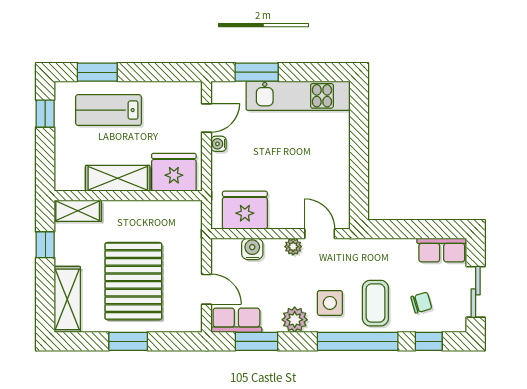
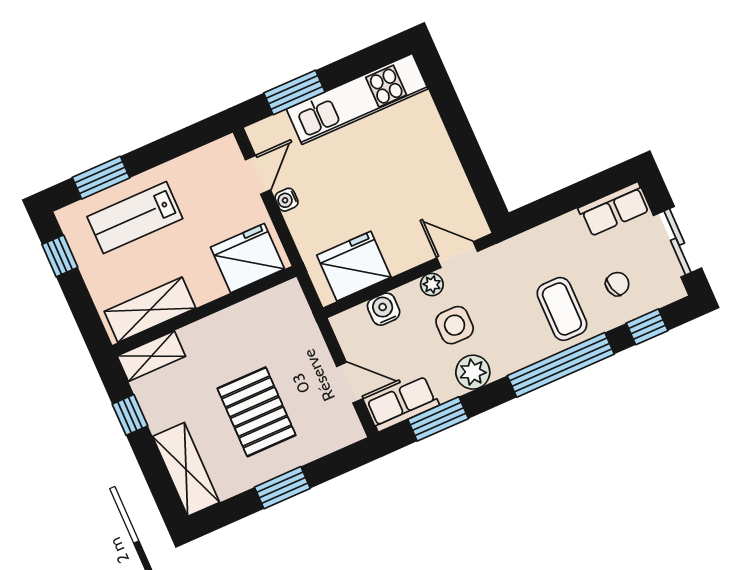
shelving: (118, 178) -> (150, 310), moved
pallet: (133, 281) -> (257, 412), width x0.73, depth x0.71
side table: (330, 303) -> (455, 325), moved

